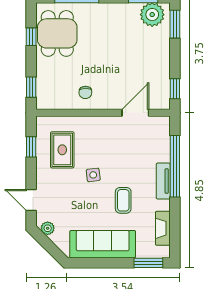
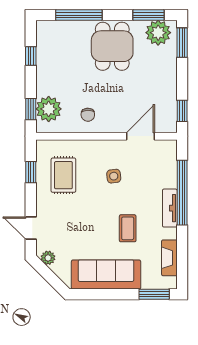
dining table: (57, 33) -> (112, 46), moved
plant: (48, 87) -> (49, 109), added
side table: (93, 175) -> (114, 176), moved

